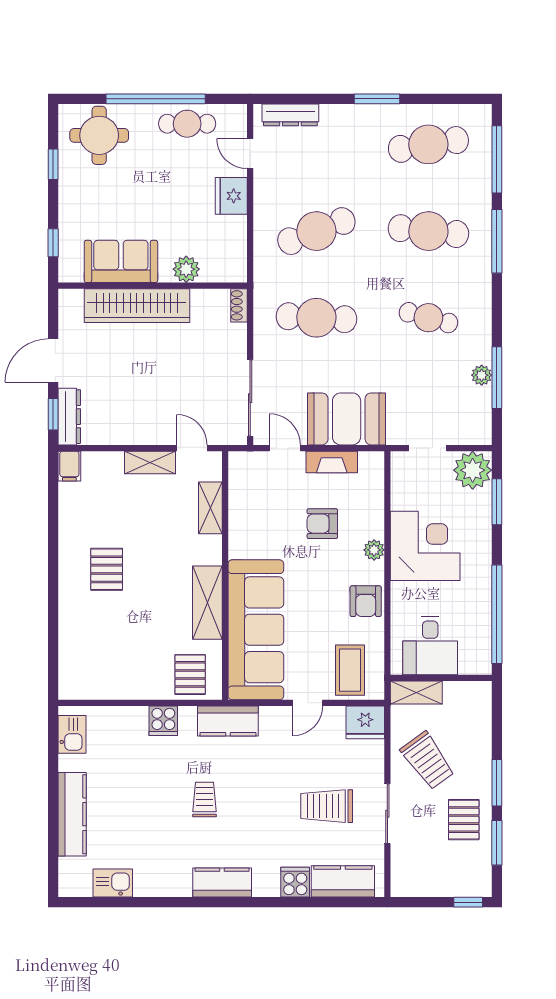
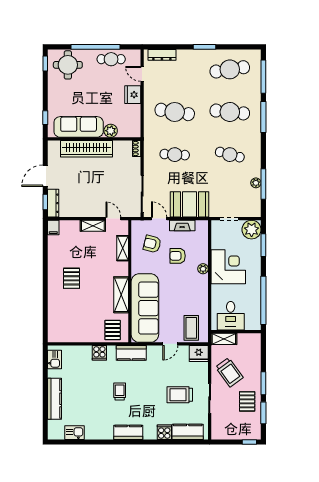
window: (53, 164) -> (45, 63), moved
cafe table: (316, 231) -> (175, 112), turned 30
sofa: (121, 261) -> (79, 127), width x1.36
cafe table: (316, 318) -> (175, 155), width x0.73, depth x0.74
armchair: (366, 601) -> (152, 244), moved, turned 104

